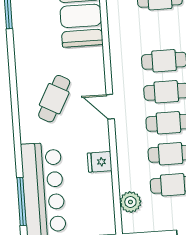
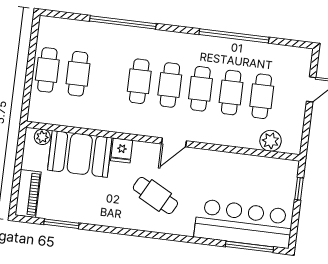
fridge: (100, 162) -> (122, 150), moved

